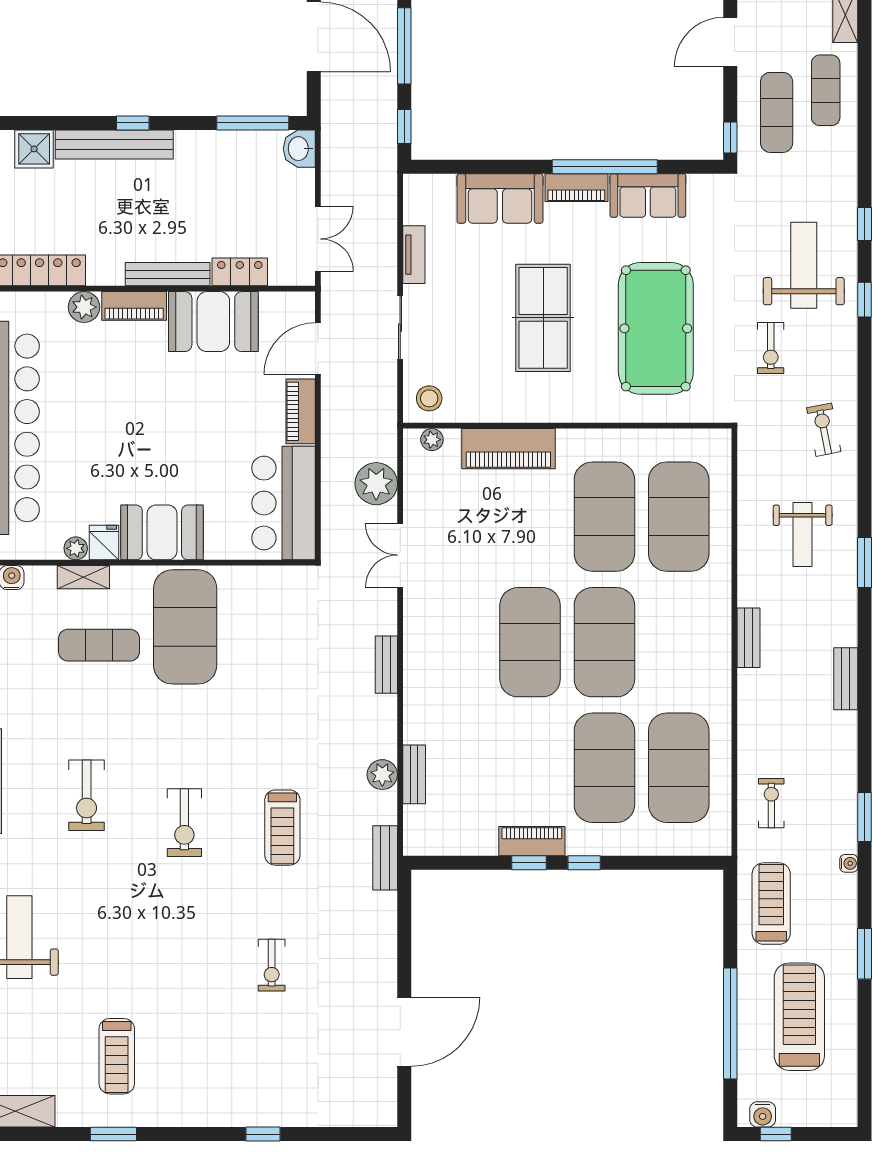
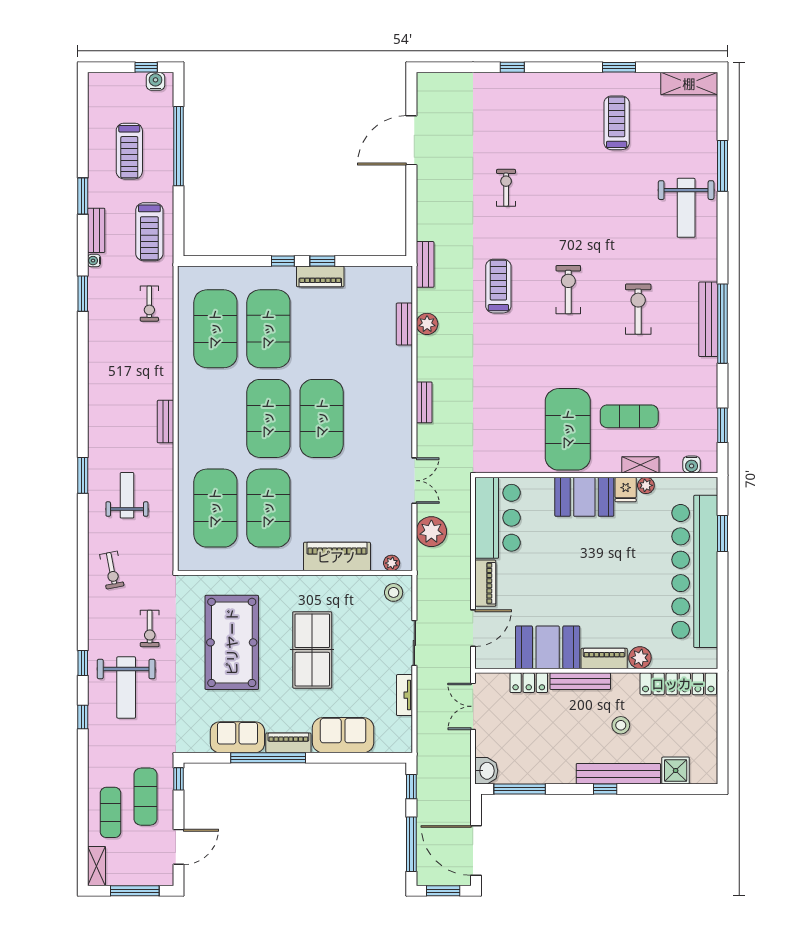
stool: (111, 212) -> (621, 725), added
exercise bike: (771, 348) -> (150, 628), turned 180
bench: (846, 679) -> (96, 230), moved
treadmill: (799, 1017) -> (129, 151), width x0.73, depth x0.73

